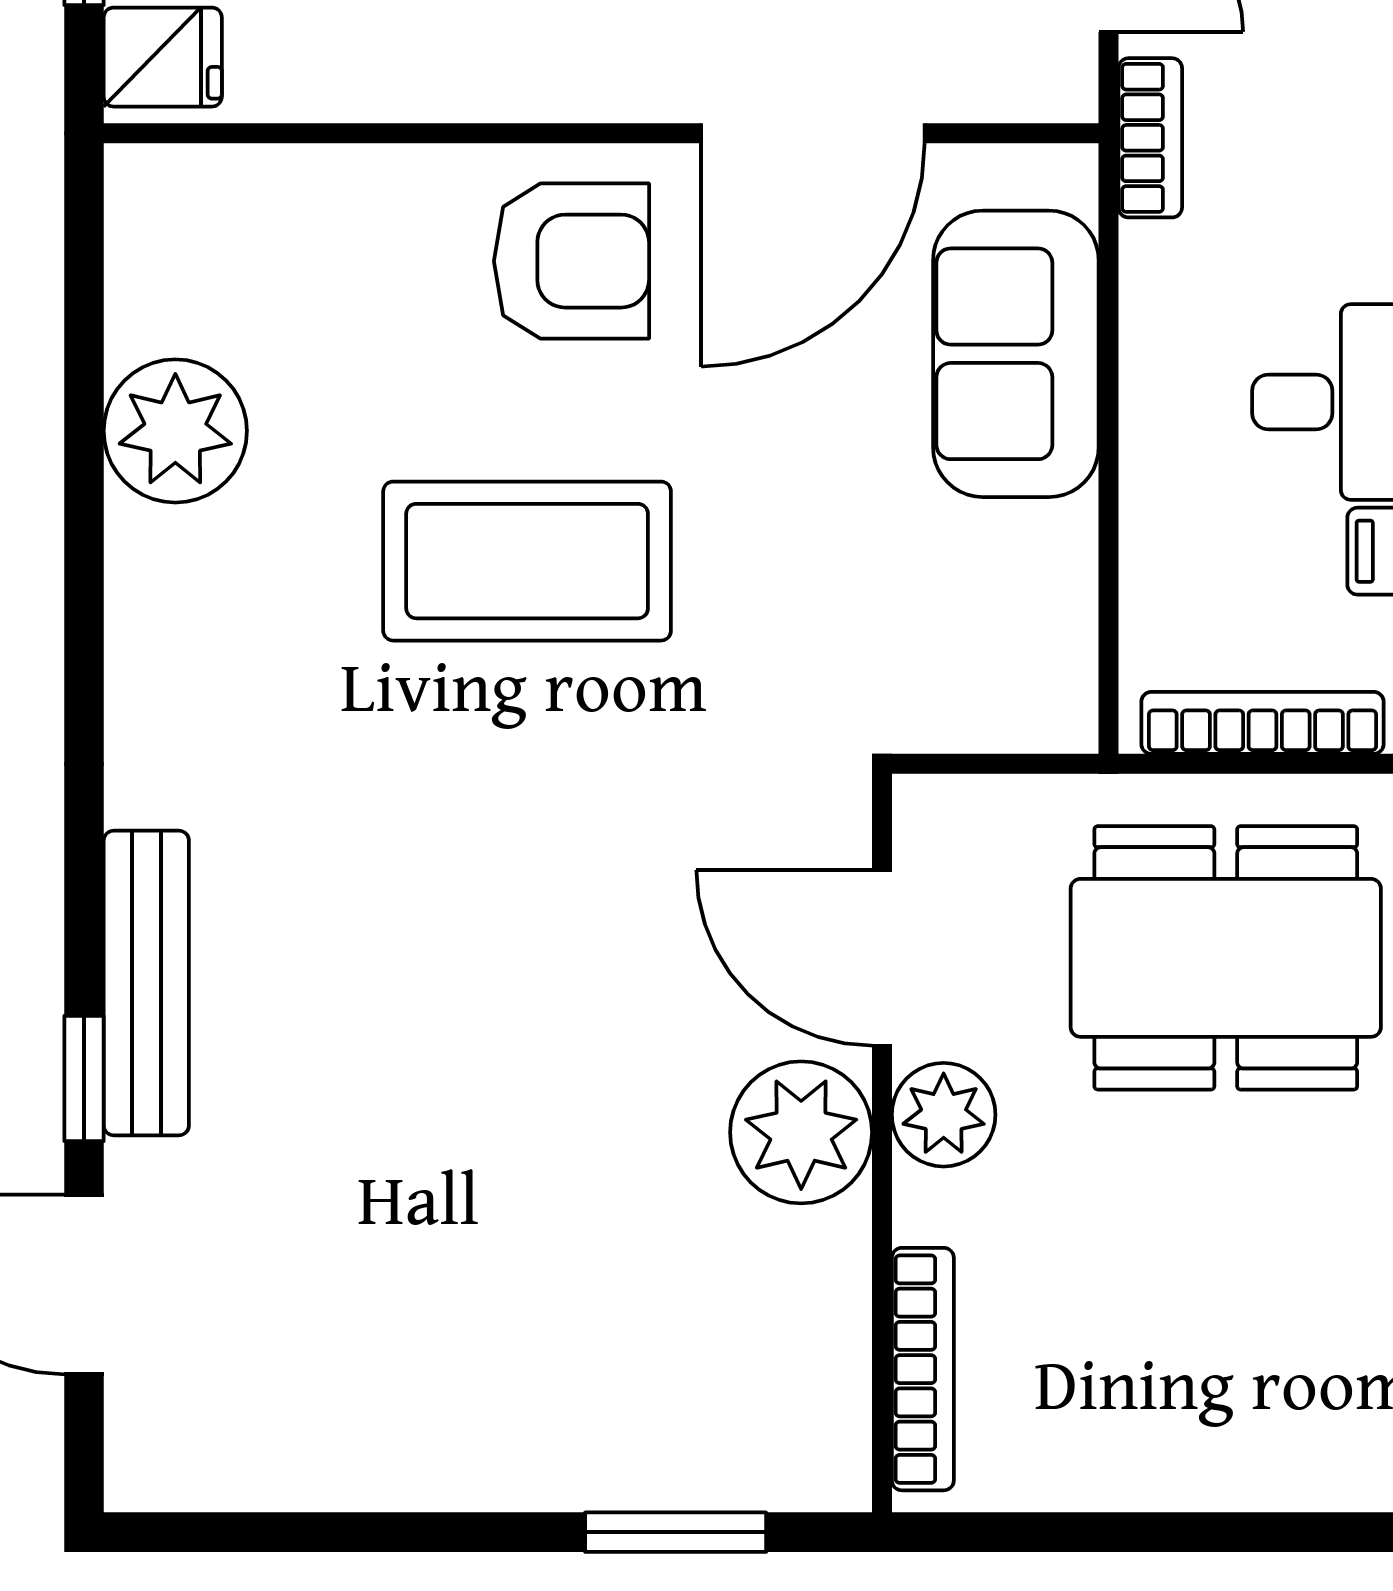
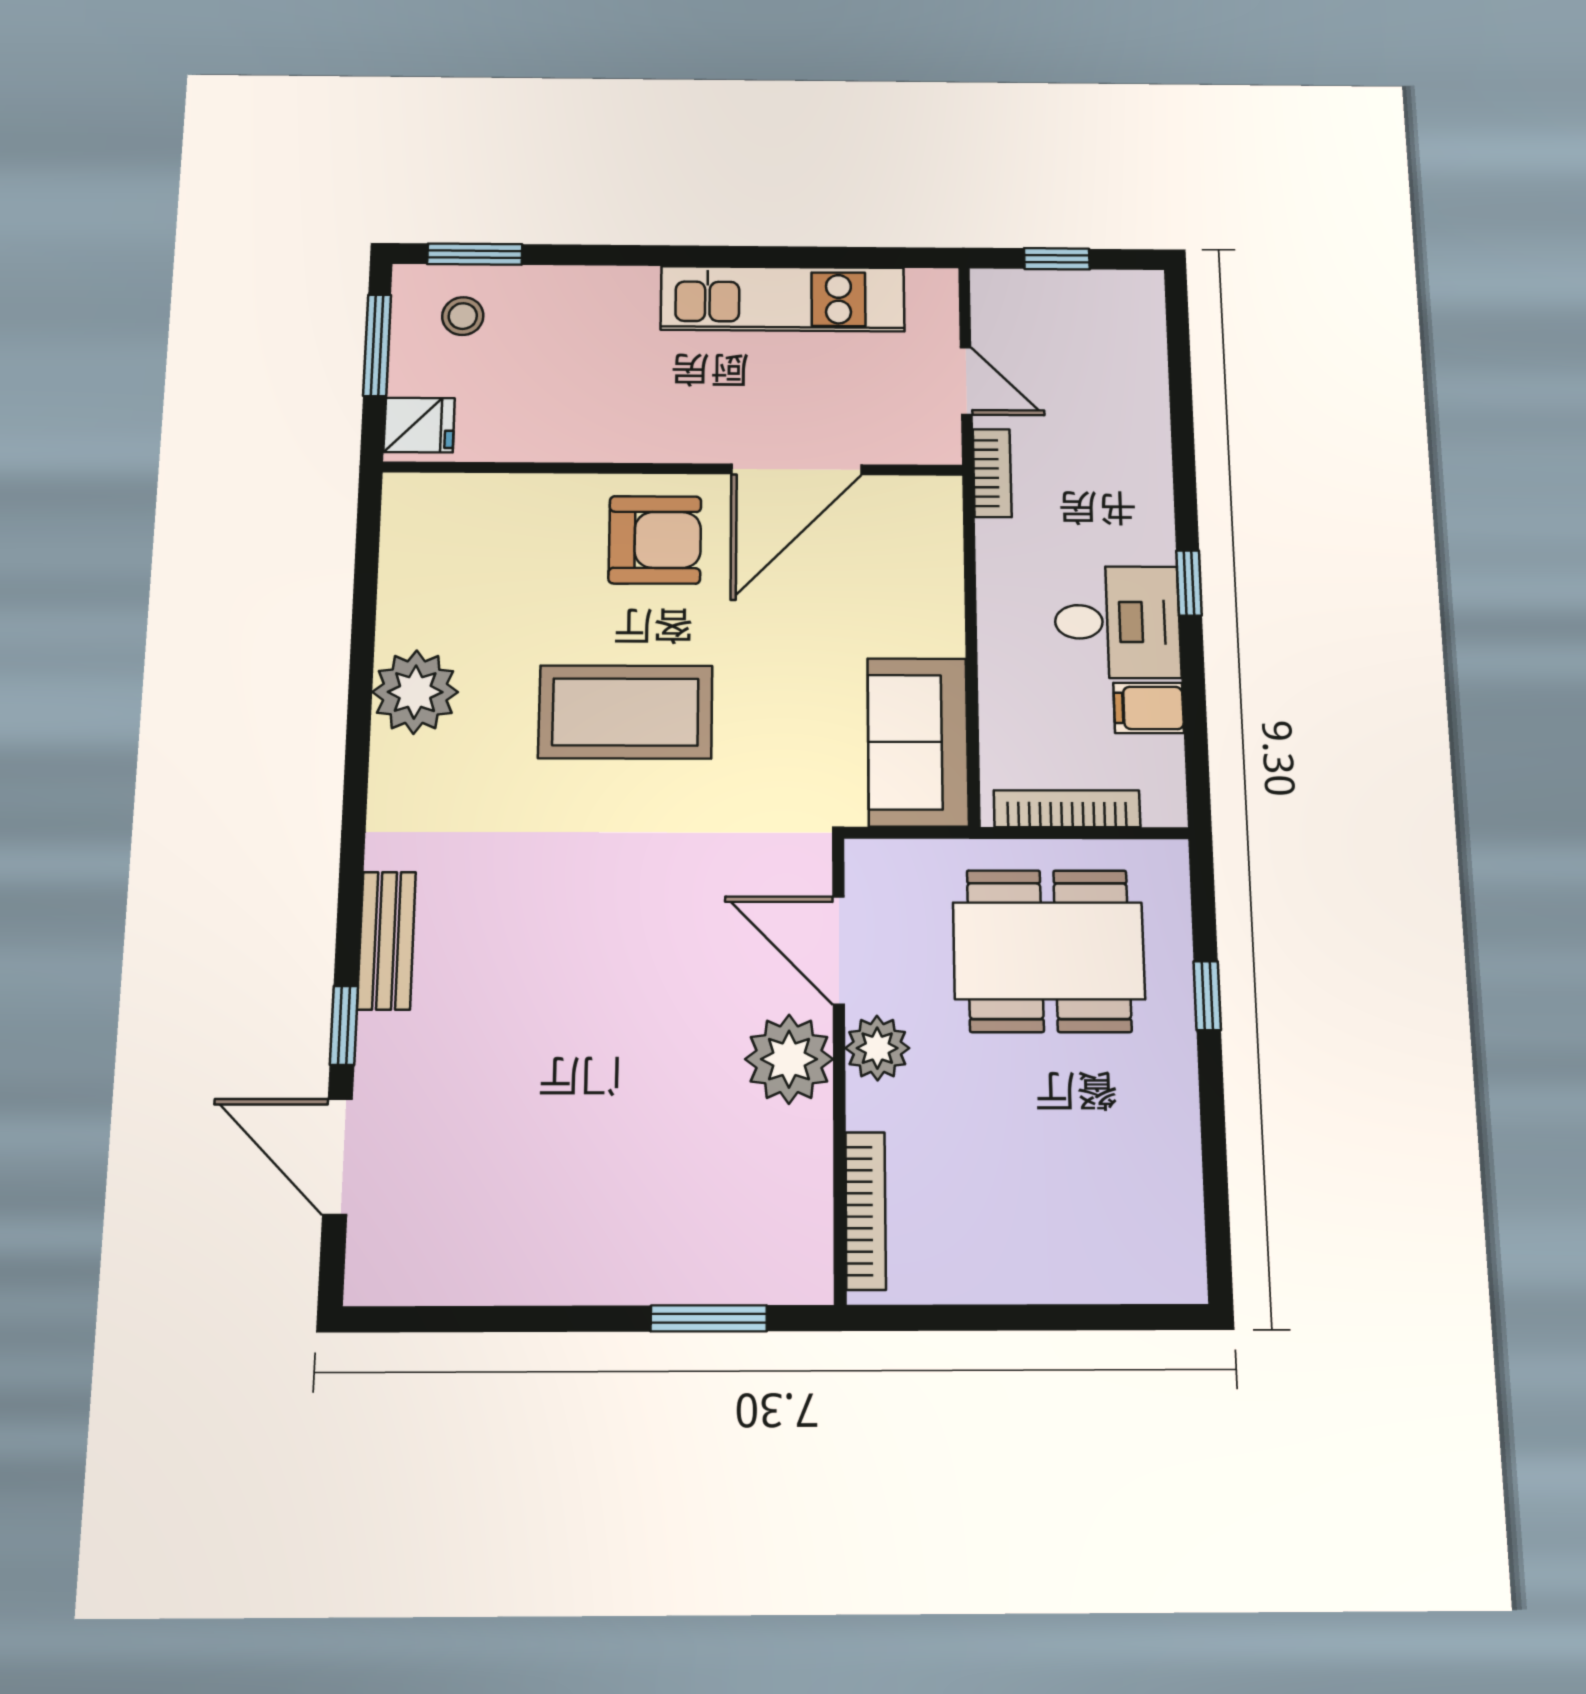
sofa: (1016, 354) -> (918, 742), moved
plant: (175, 431) -> (415, 692), moved
bench: (146, 983) -> (387, 941), width x0.73

